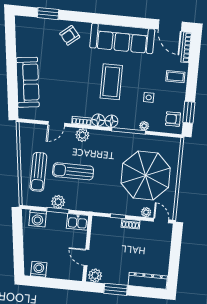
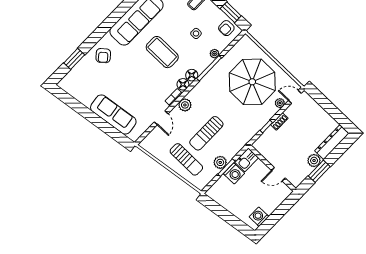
washing machine: (38, 218) -> (234, 173), moved
plant: (95, 275) -> (314, 161), moved

